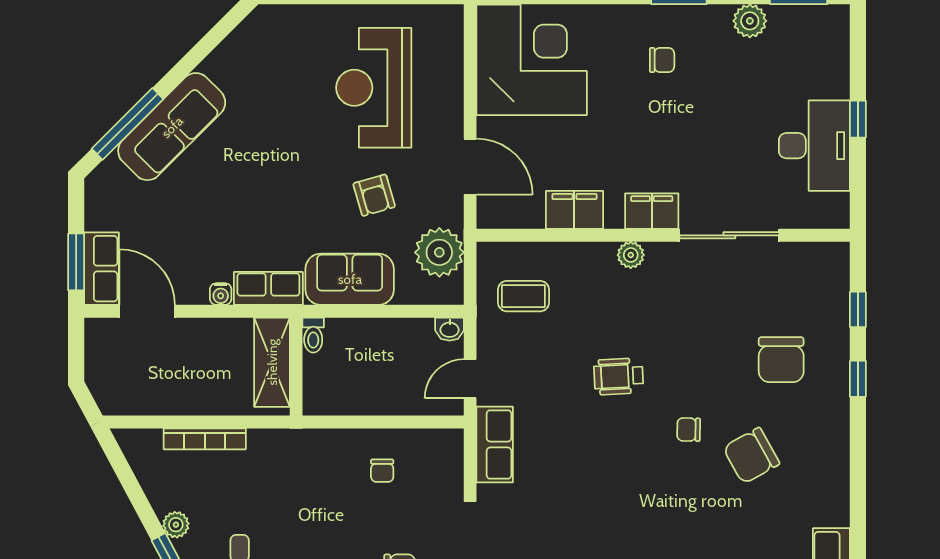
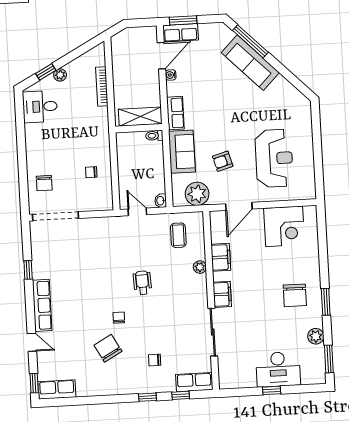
corner desk: (532, 60) -> (284, 226), width x0.74, depth x0.74
chair: (662, 60) -> (295, 295), width x1.87, depth x1.87
reception desk: (374, 88) -> (274, 158), turned 90
desk: (814, 146) -> (278, 369), moved
plant: (631, 255) -> (200, 267), moved
water cooler: (221, 294) -> (171, 75), moved
chair: (781, 360) -> (155, 360), width x0.54, depth x0.54
row of seats: (495, 445) -> (194, 382), moved, turned 180

